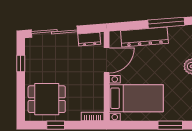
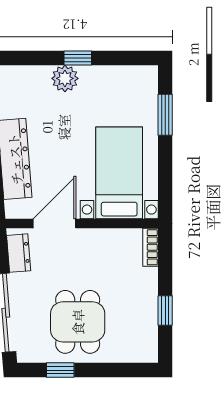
door: (107, 60) -> (55, 223), hinge flipped
dining table: (47, 99) -> (78, 322), moved

